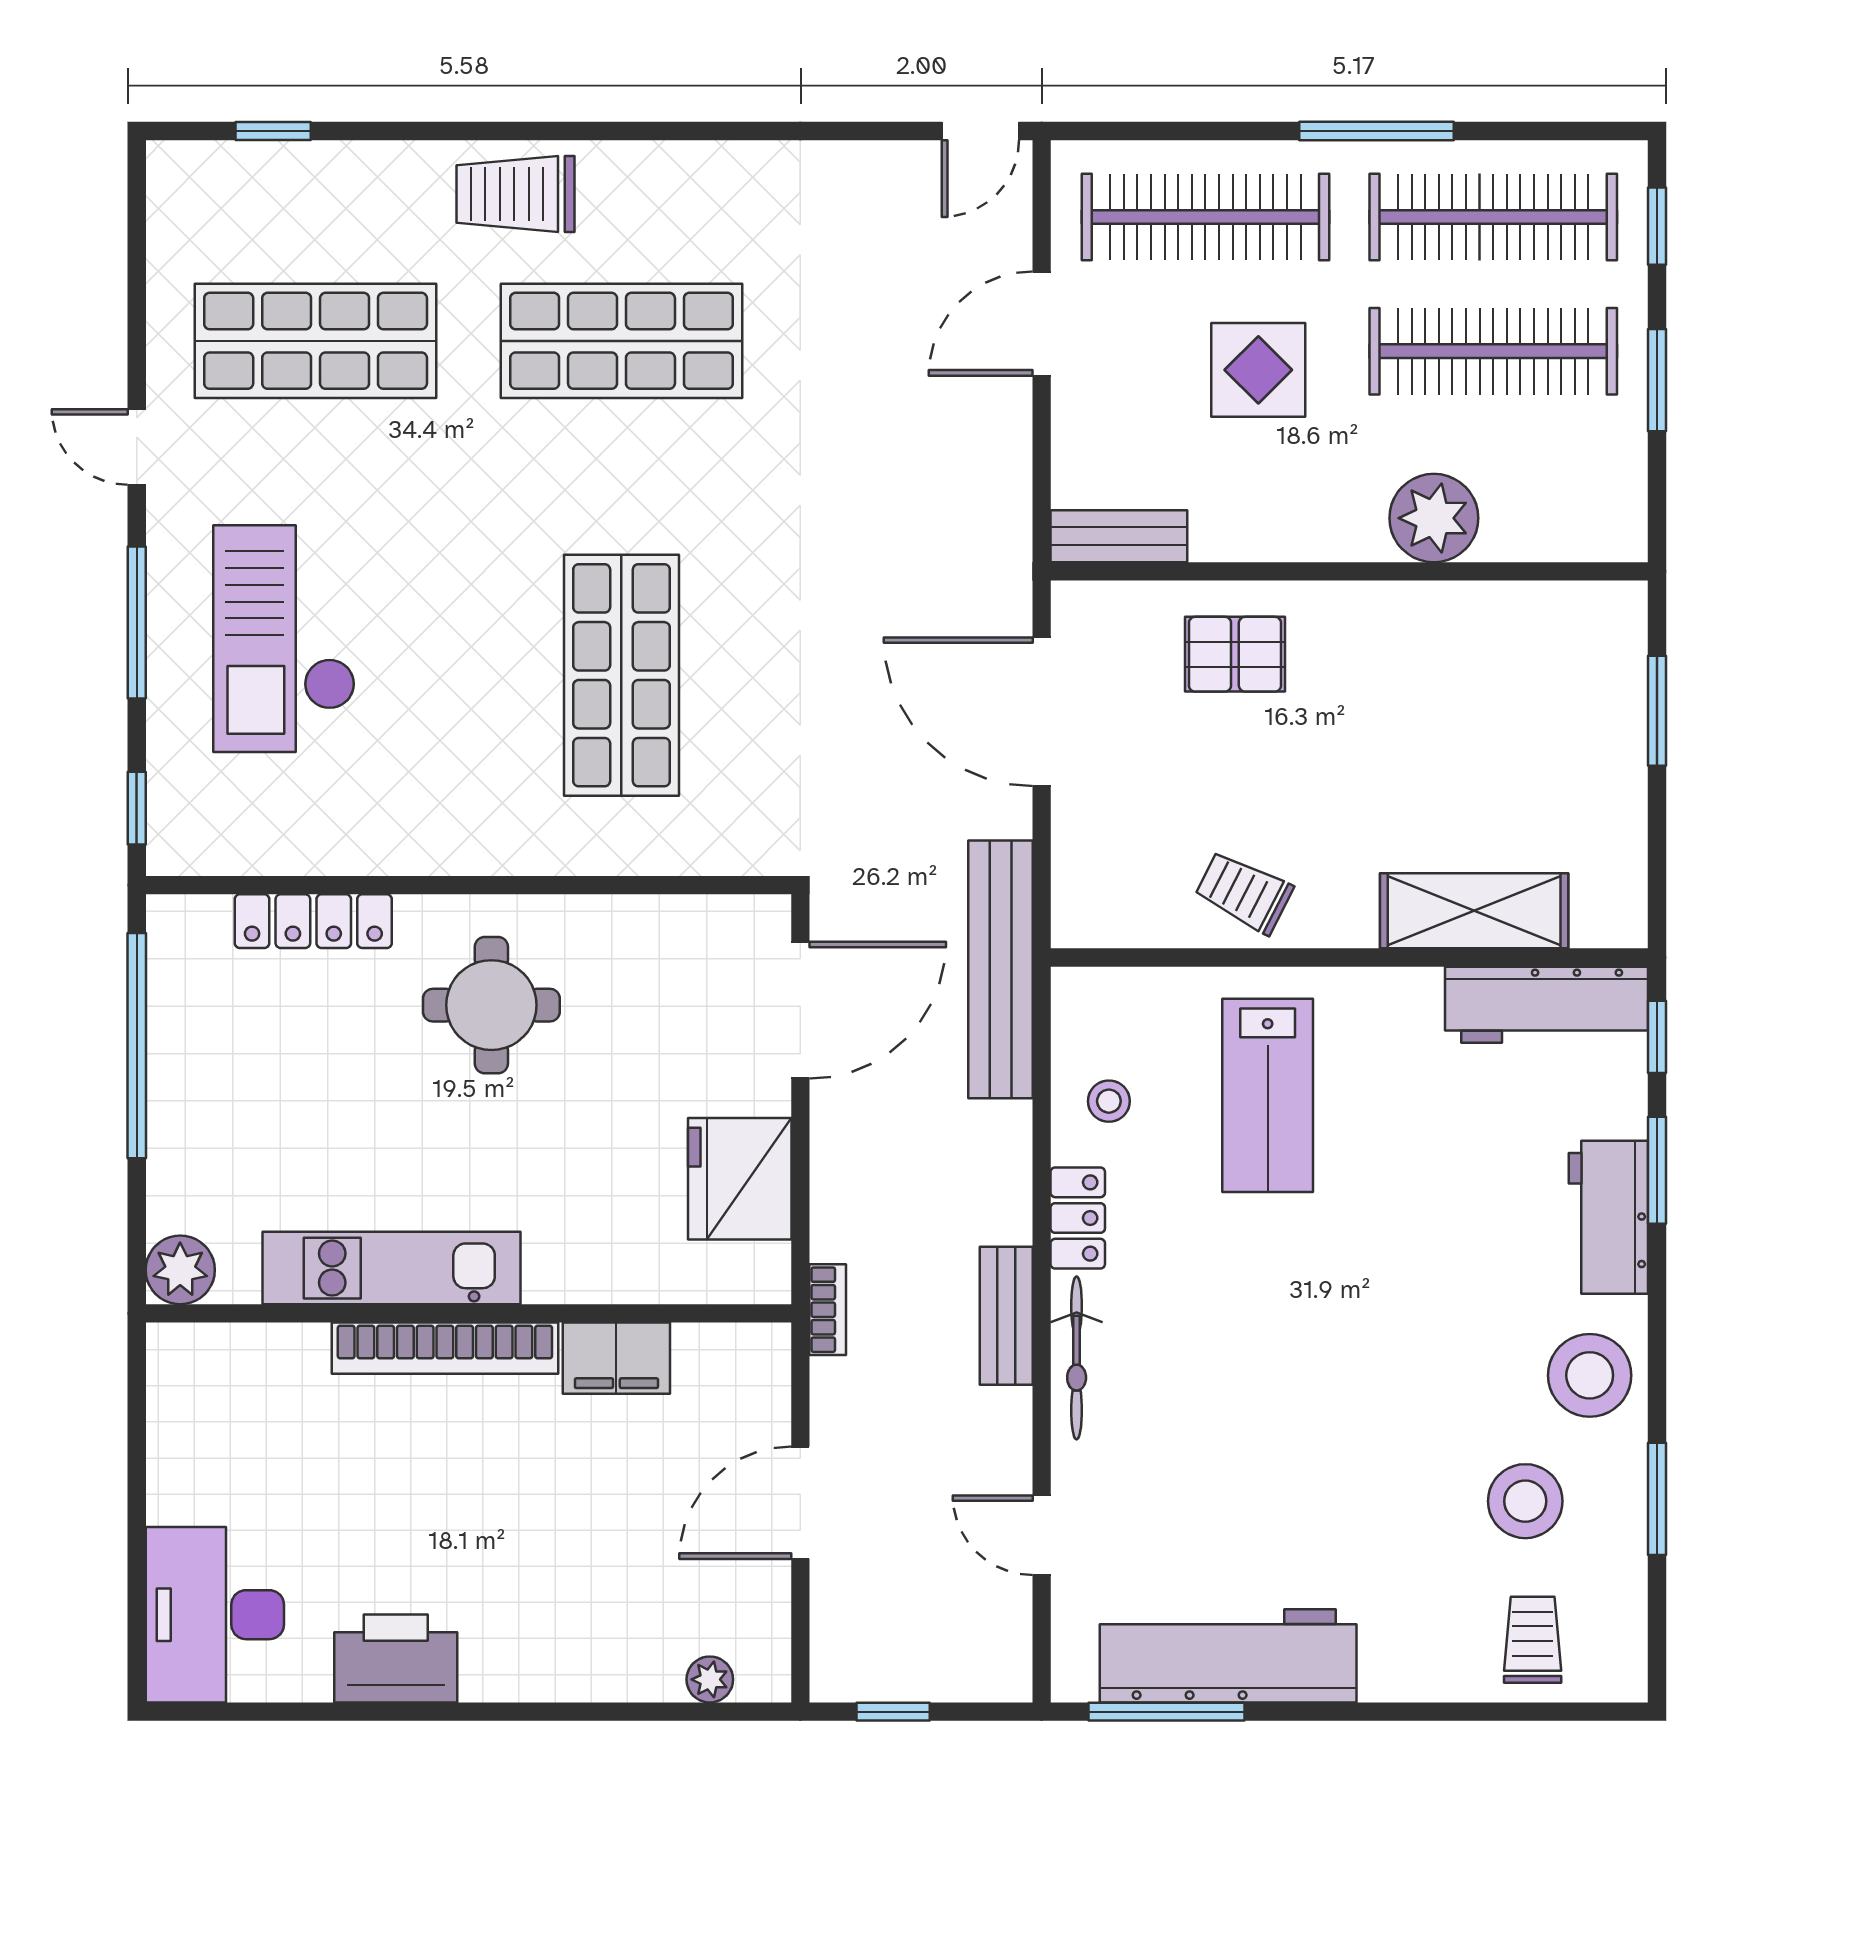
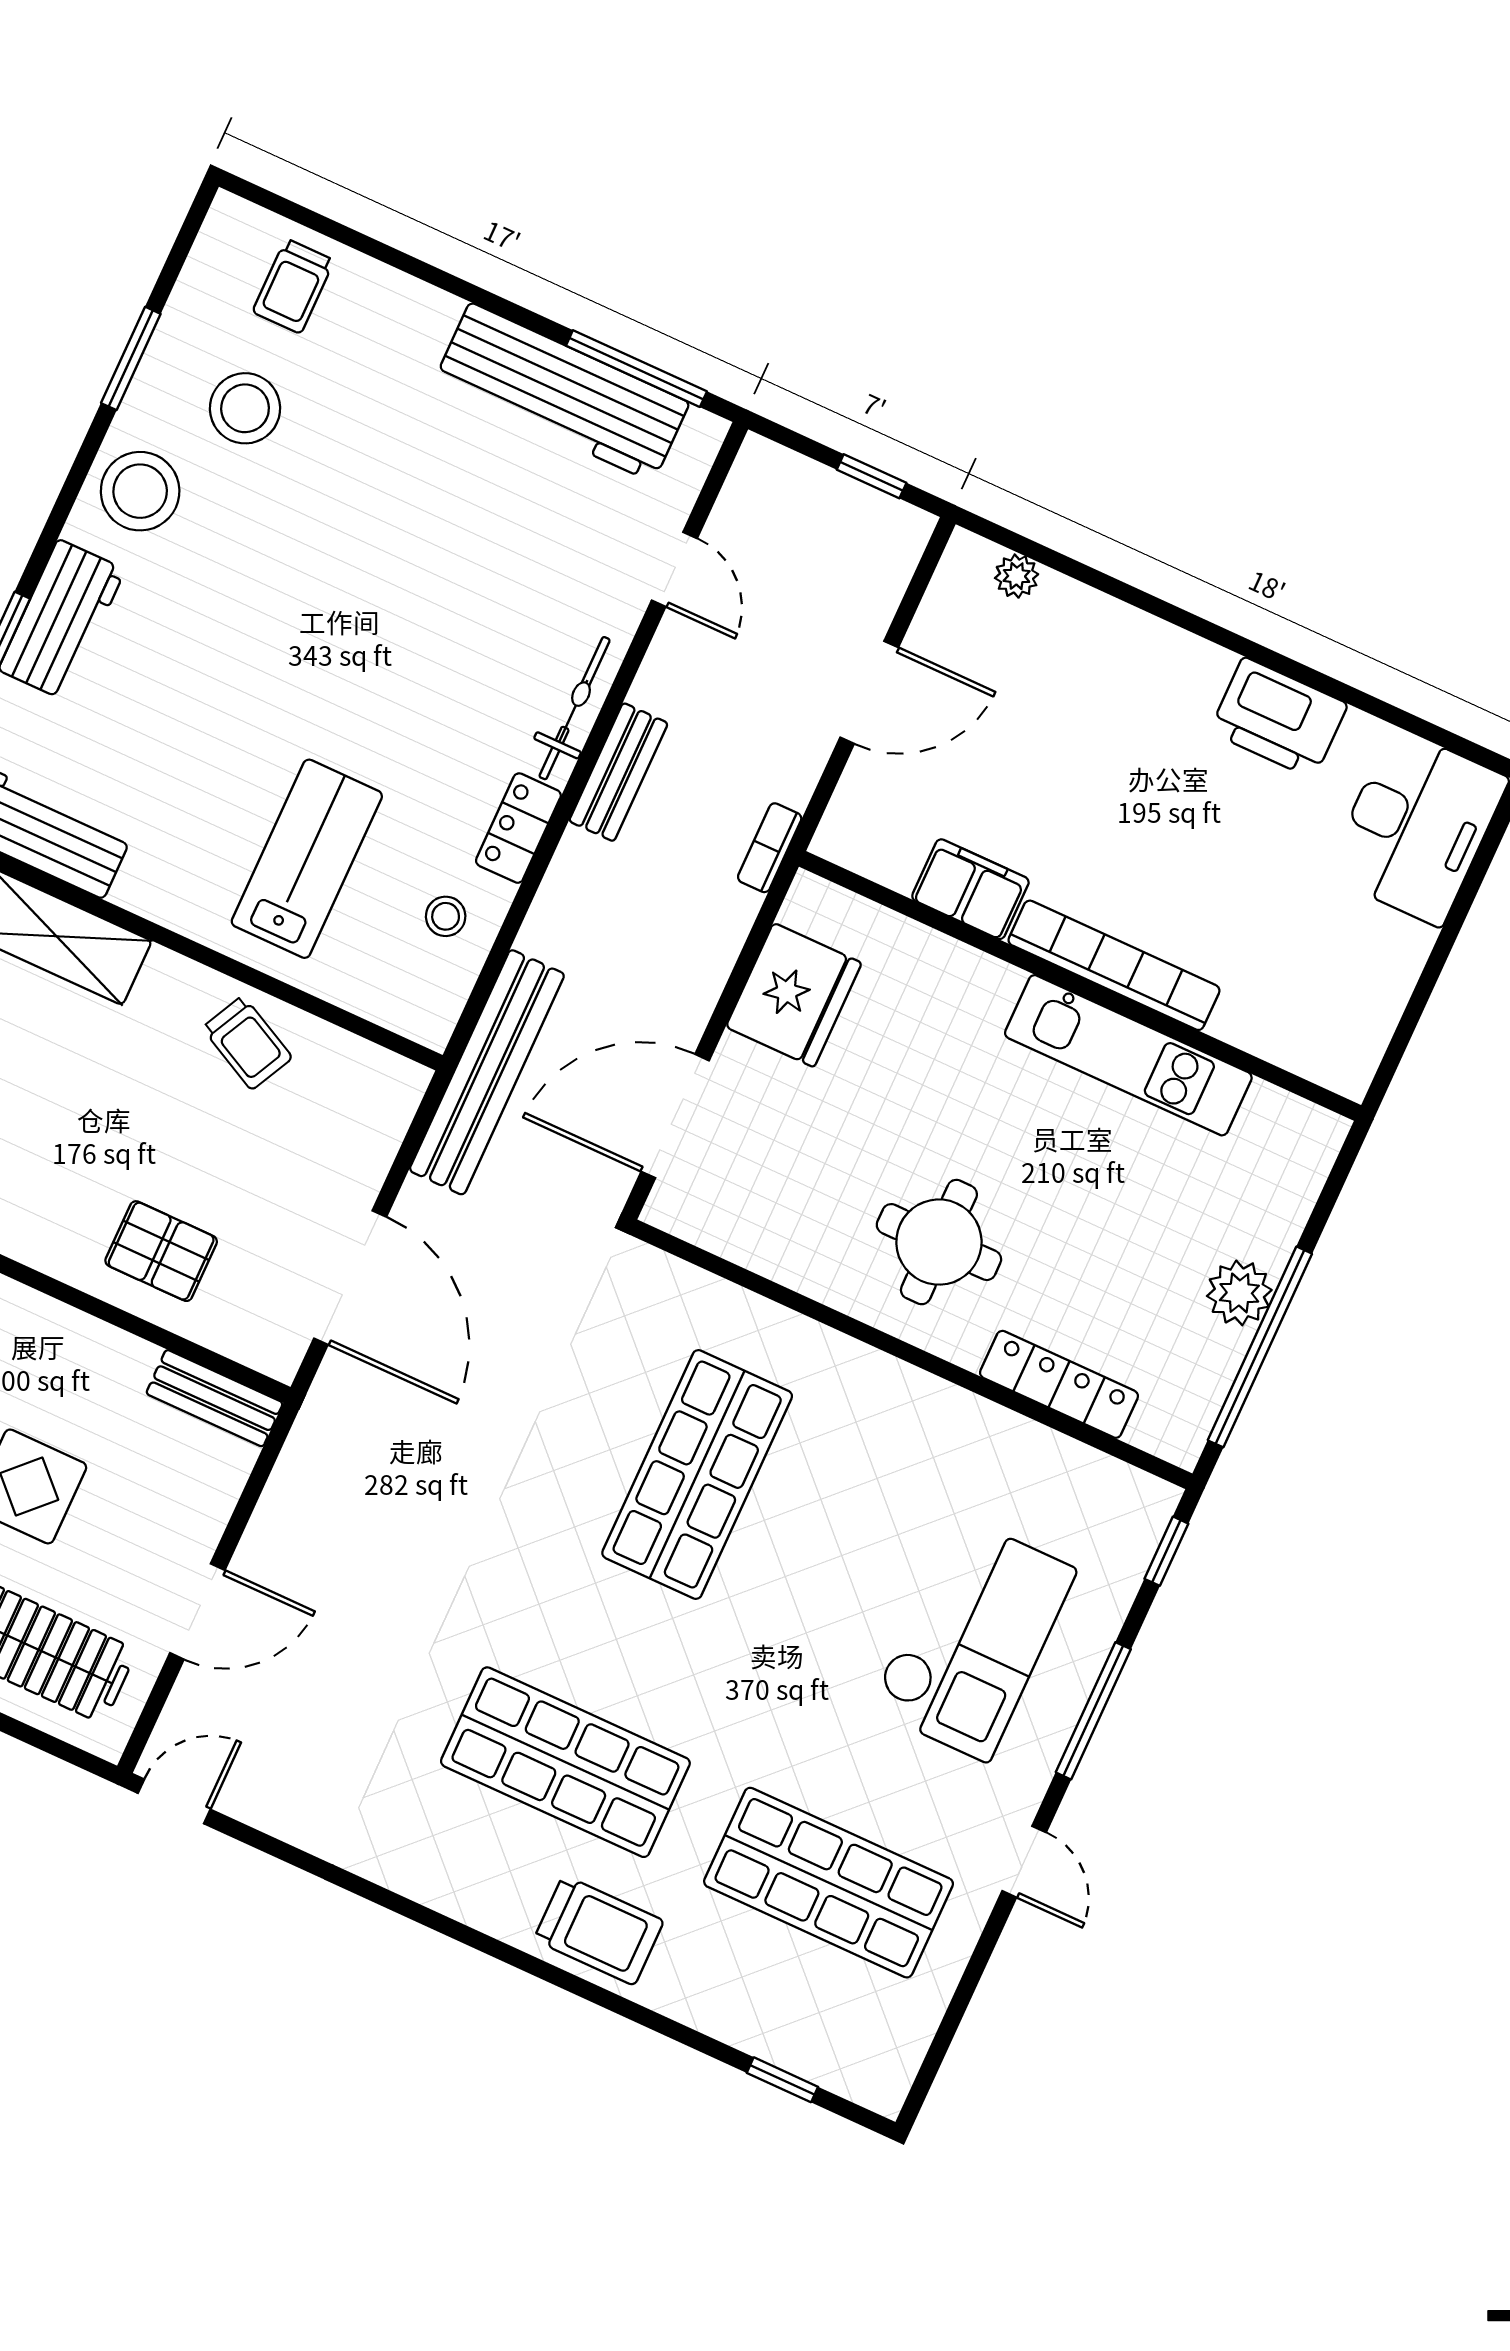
plant: (180, 1270) -> (1239, 1293), moved

